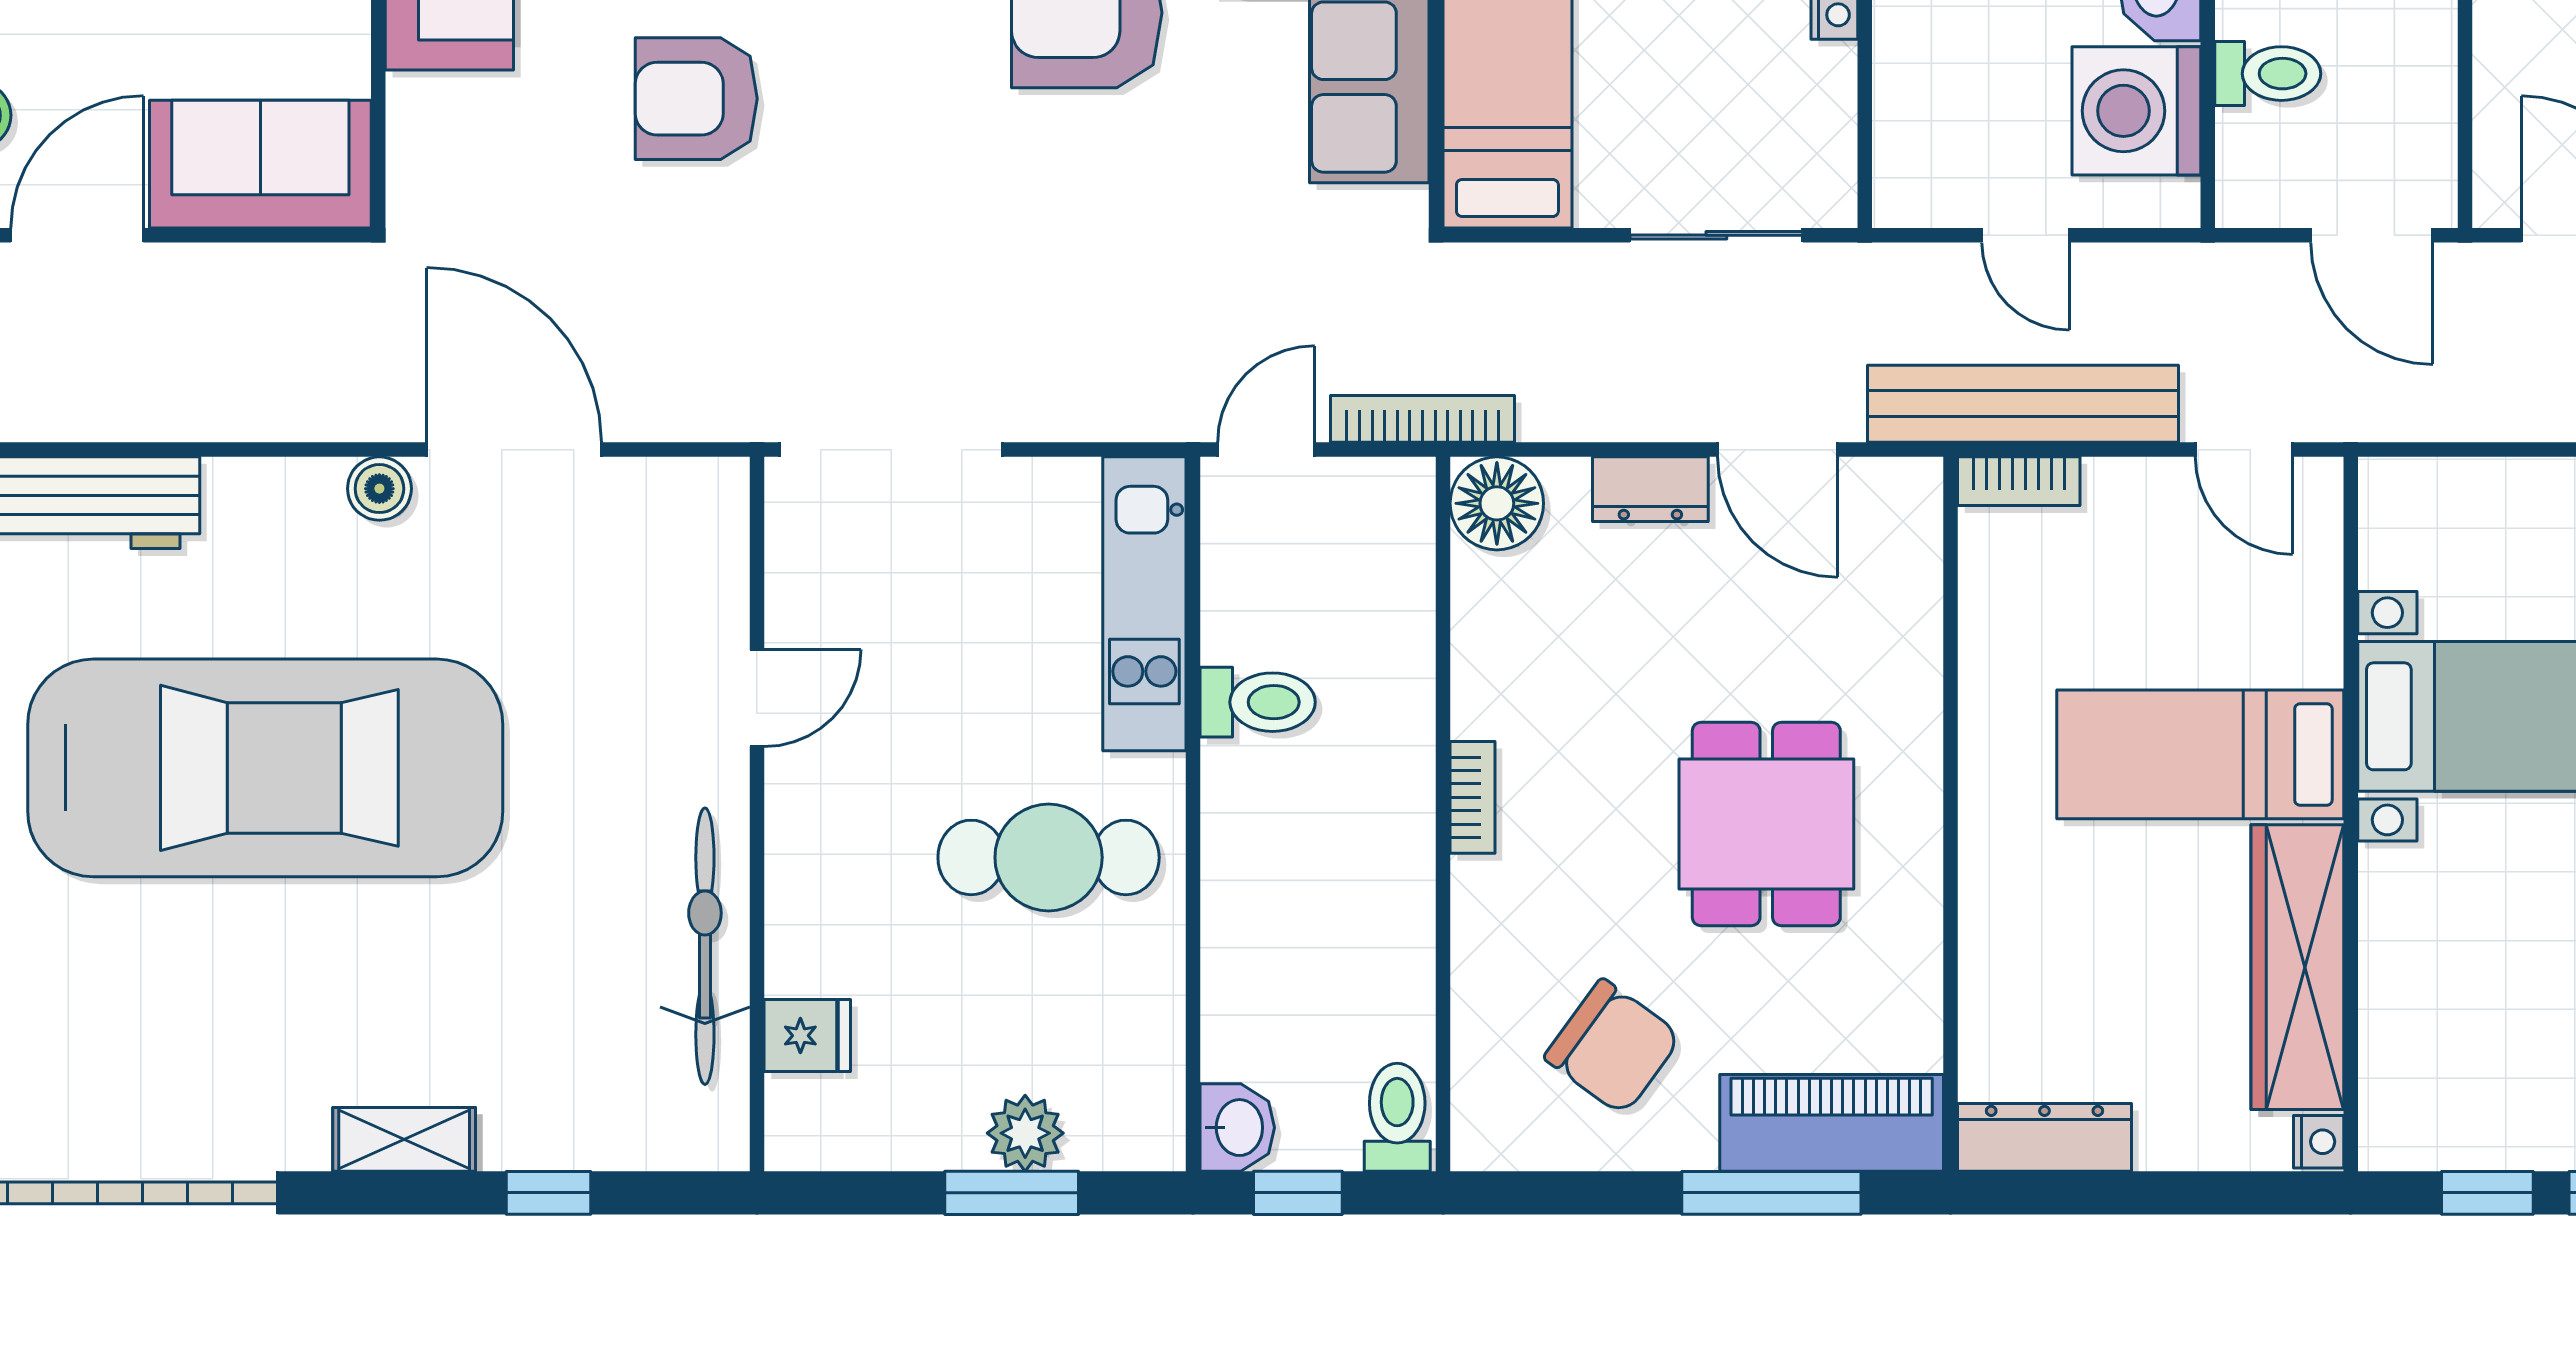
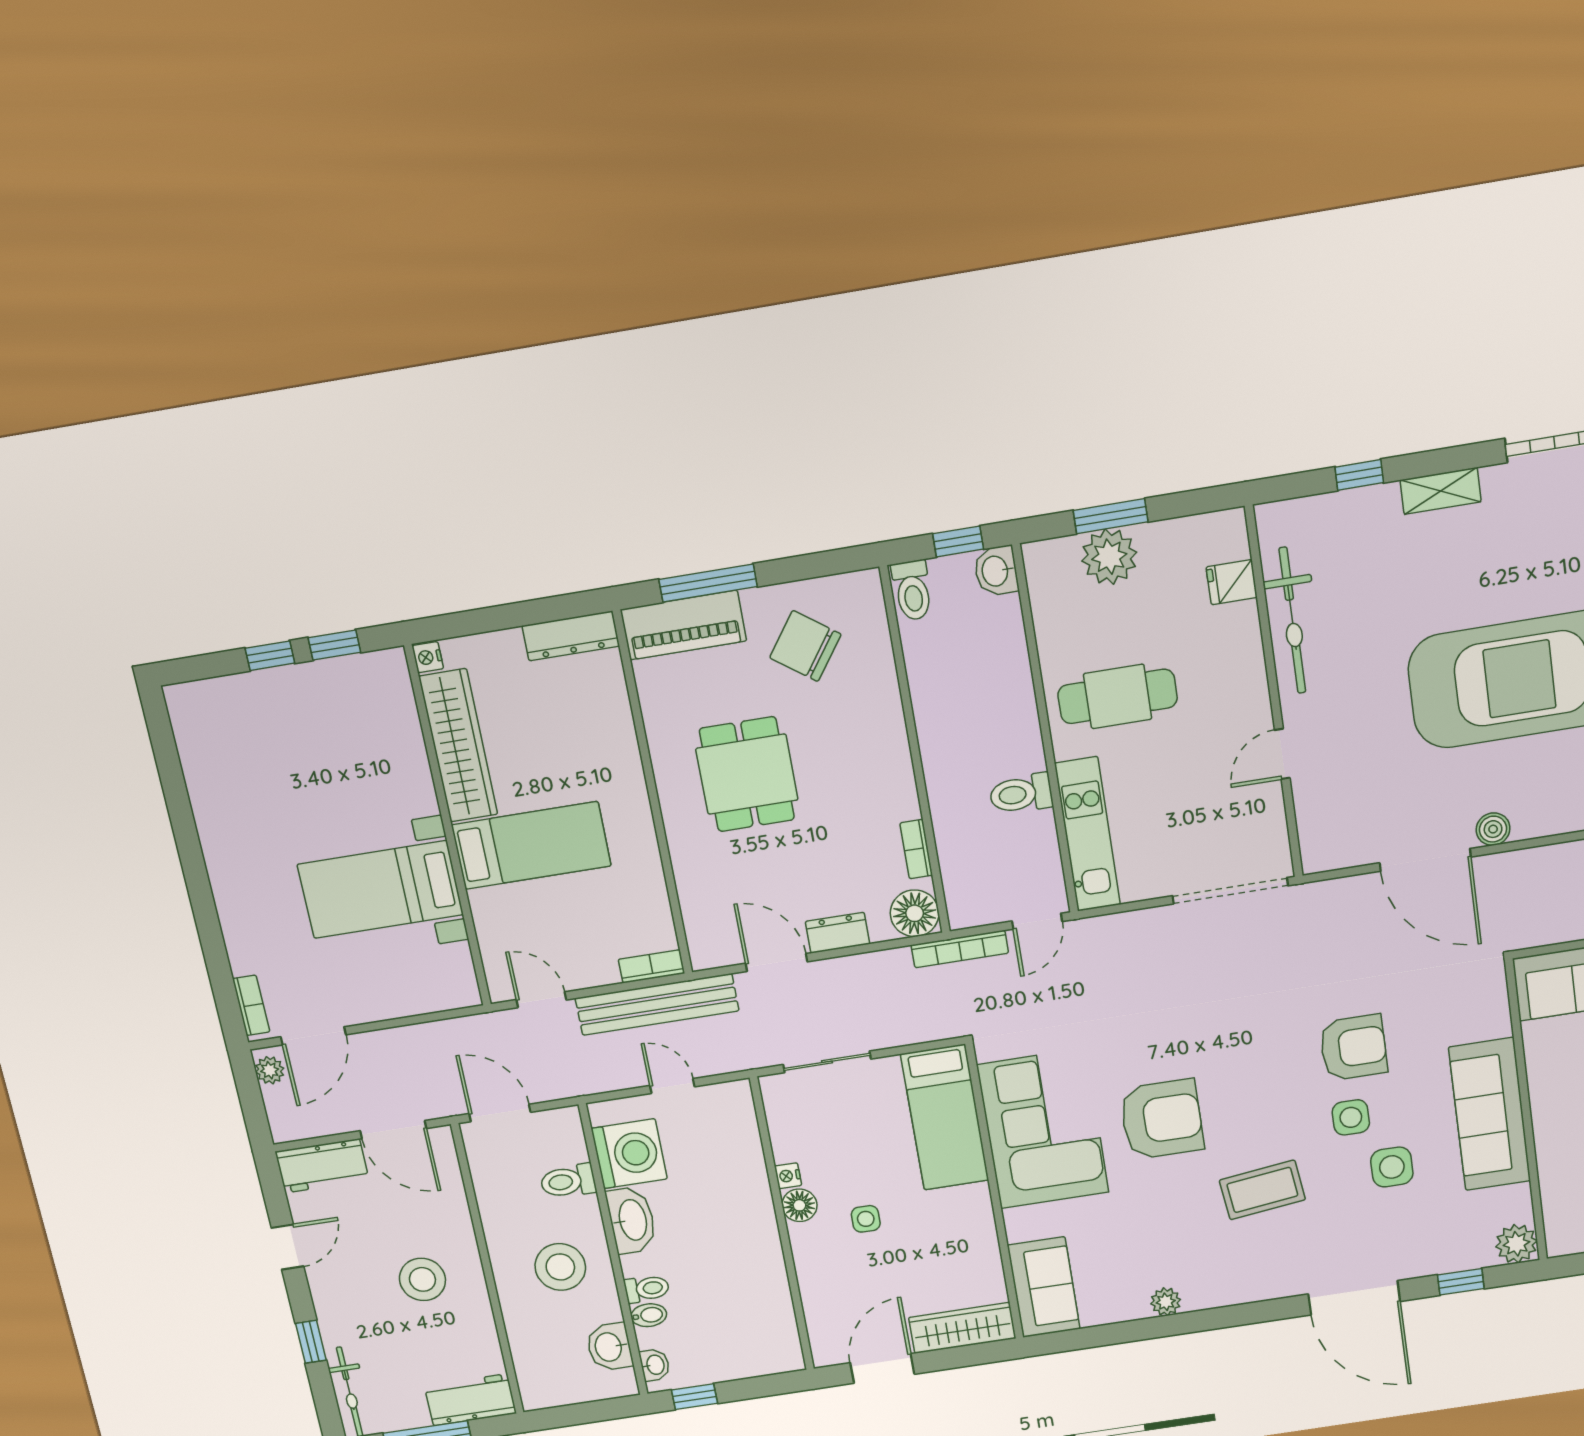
bookcase: (1473, 797) -> (916, 849), moved
plant: (1025, 1133) -> (1109, 557), width x1.36, depth x1.36

